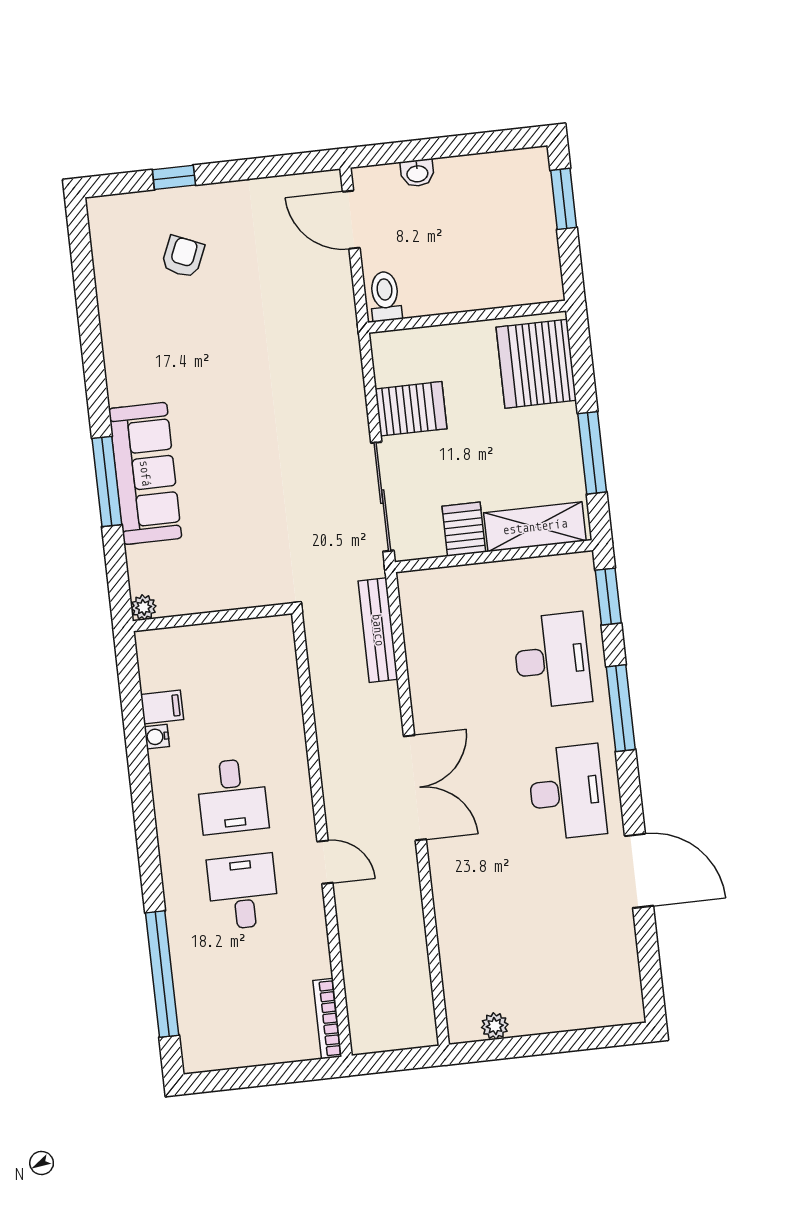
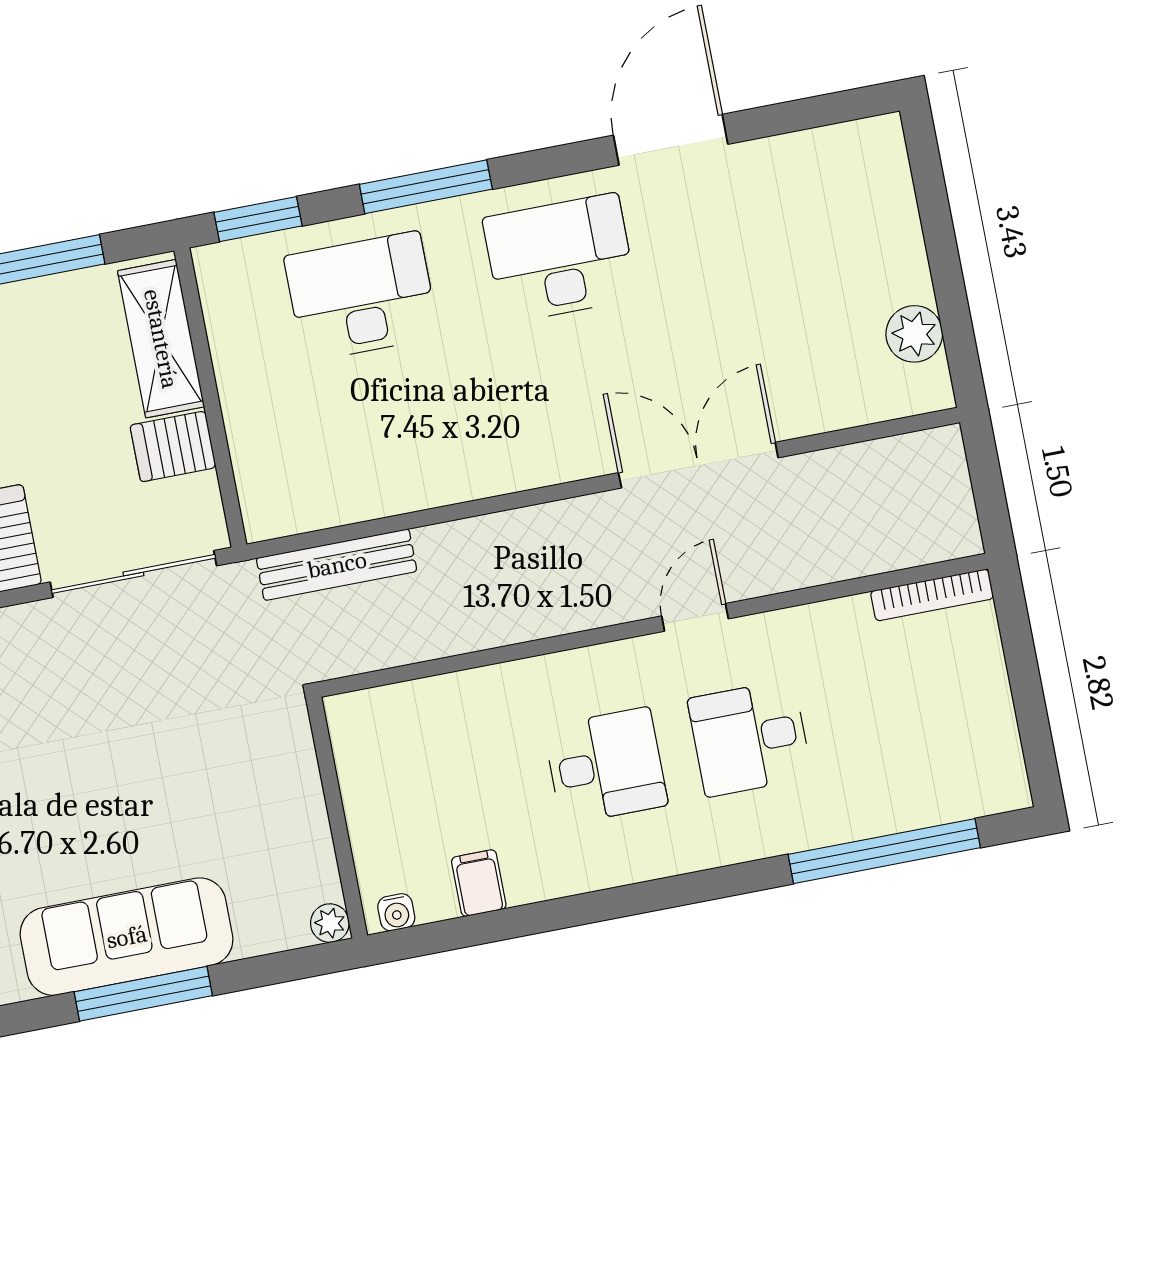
water cooler: (157, 737) -> (396, 912), moved
double door: (415, 788) -> (698, 465), moved
plant: (495, 1026) -> (914, 334), width x1.38, depth x1.38

